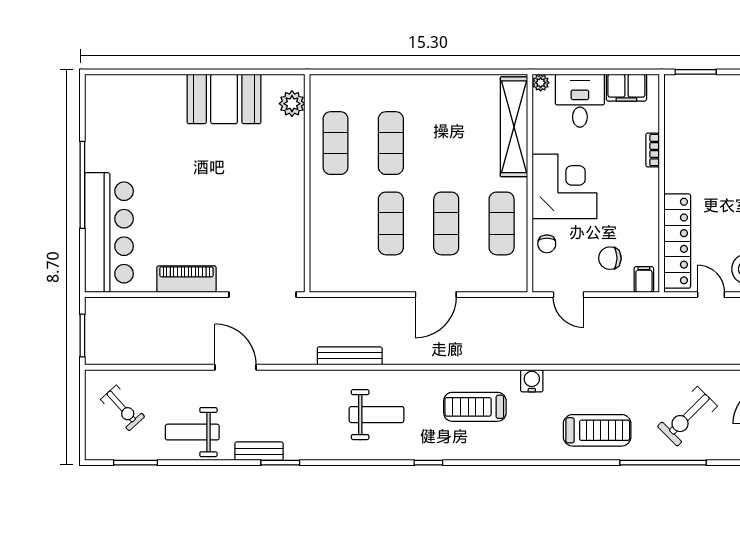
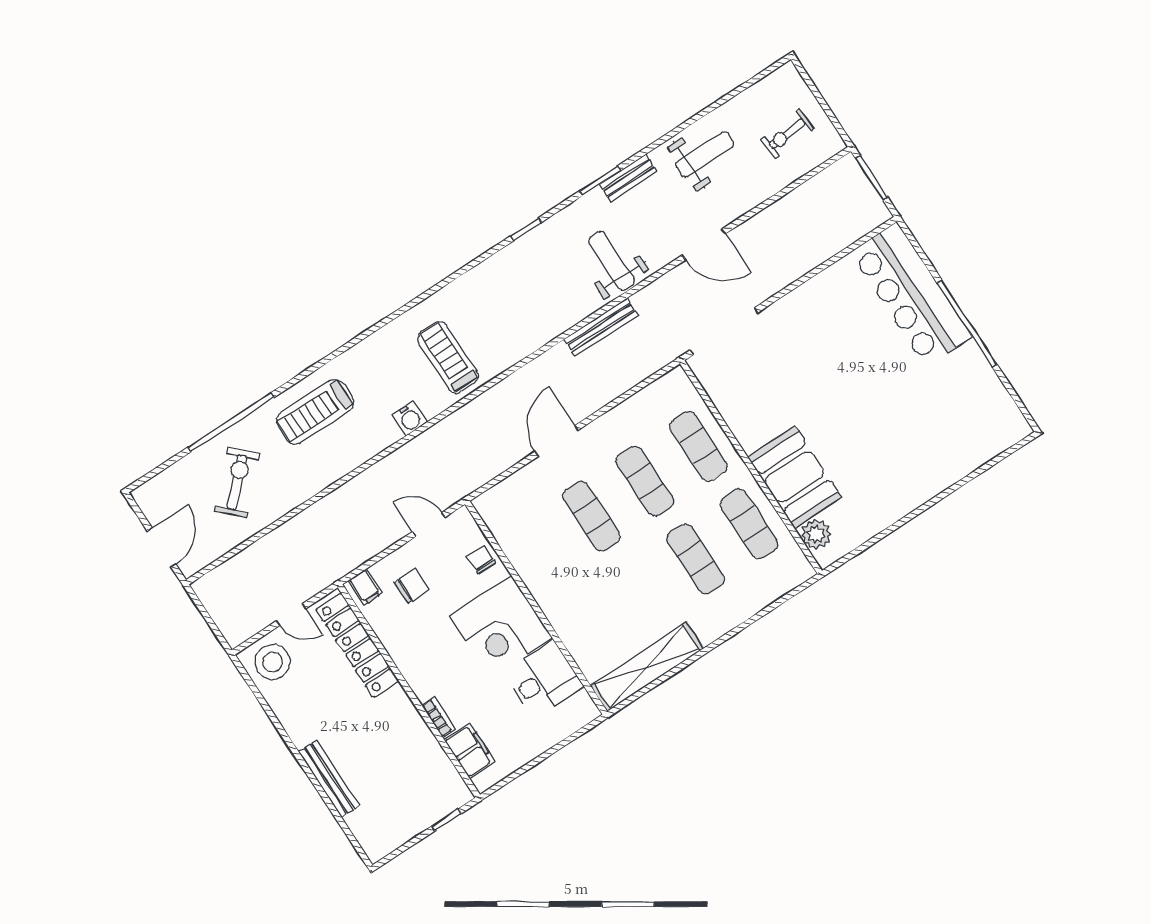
window: (696, 72) -> (447, 820), width x0.67
plant: (541, 83) -> (589, 712), removed
filing cabinet: (626, 88) -> (470, 751), moved, turned 90
booth: (224, 99) -> (795, 477), moved, turned 90
desk: (580, 101) -> (543, 680), moved, turned -90
shelving: (514, 127) -> (647, 667), moved, turned 90
exercise mat: (502, 223) -> (698, 446), moved
piano: (186, 279) -> (807, 298), removed
treadmill: (475, 407) -> (448, 357), turned -90
exercise bike: (123, 408) -> (787, 134), turned -53
weight bench: (377, 415) -> (611, 261), moved, turned 90
window: (135, 463) -> (740, 89), removed
window: (428, 463) -> (526, 229), moved

